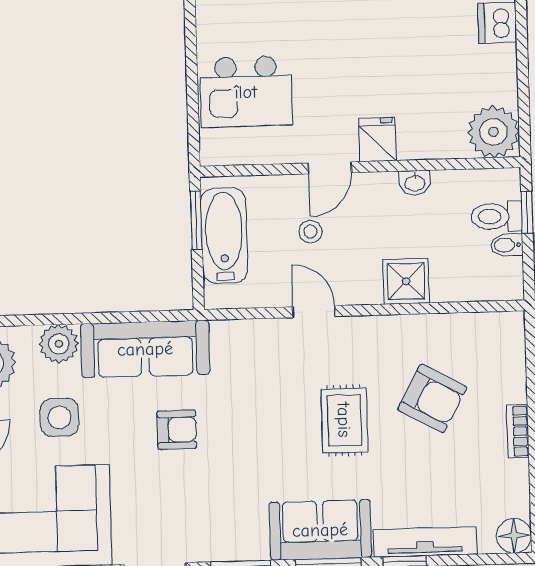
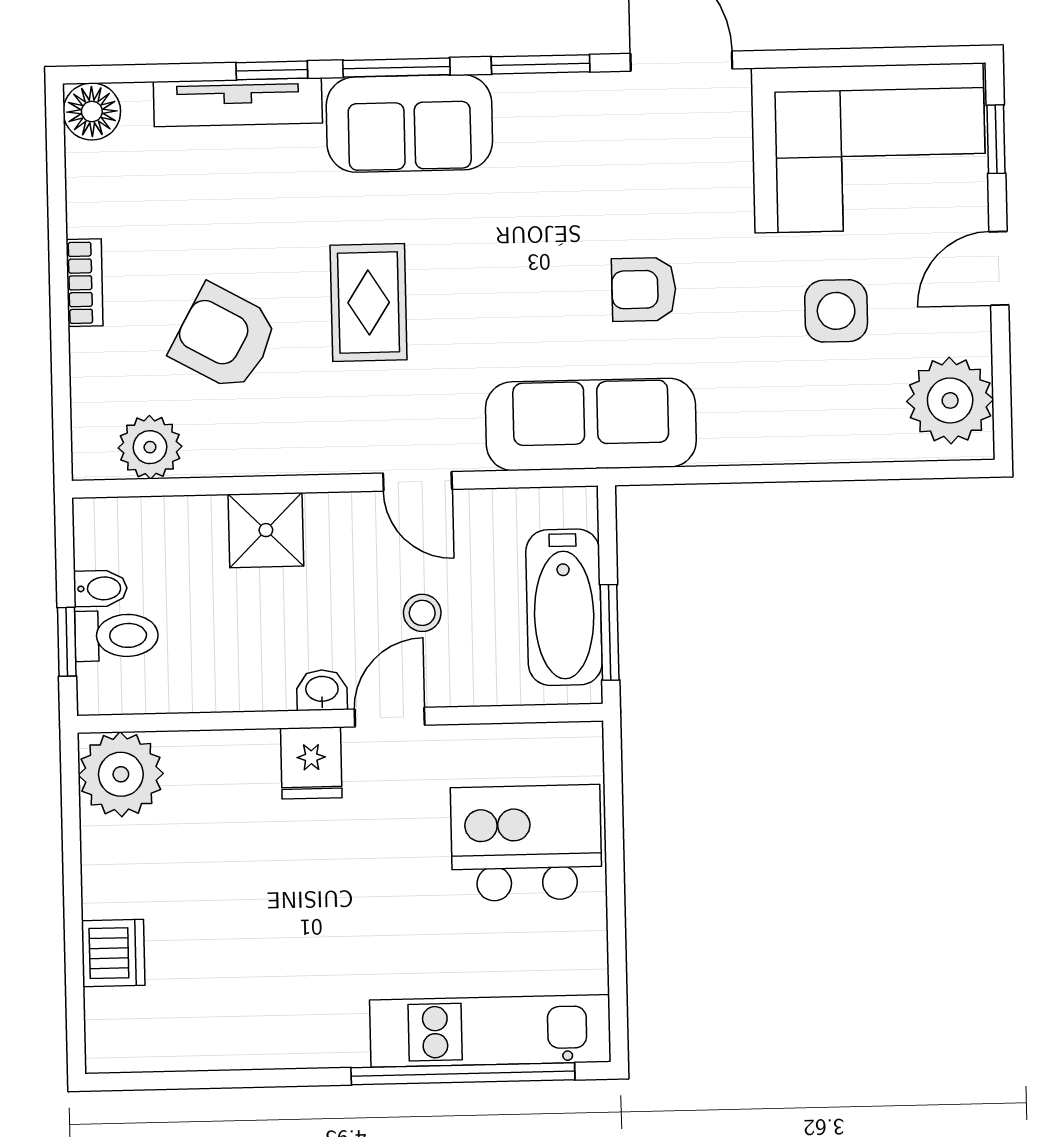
washbasin: (415, 183) -> (322, 690), moved
plant: (59, 344) -> (150, 447), moved
sofa: (145, 349) -> (591, 424), moved

